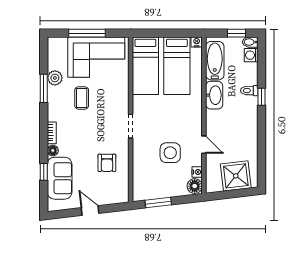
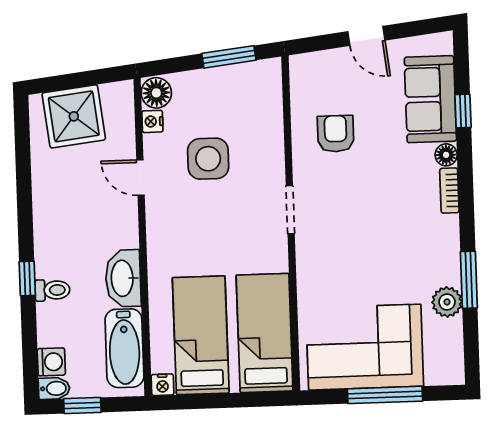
coffee table: (82, 98) -> (391, 263), removed

